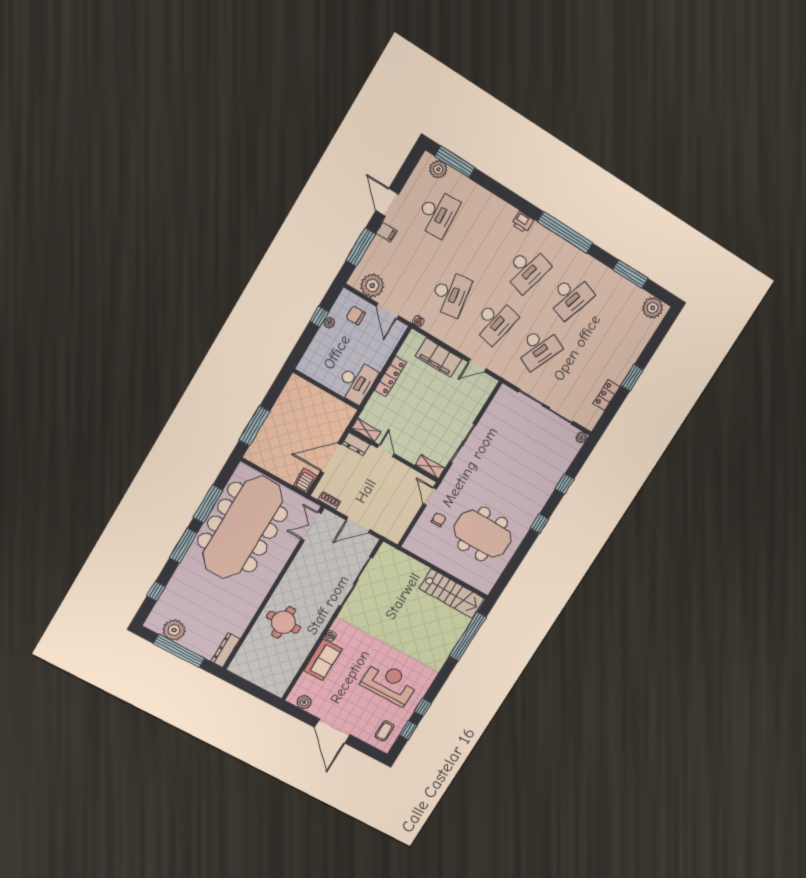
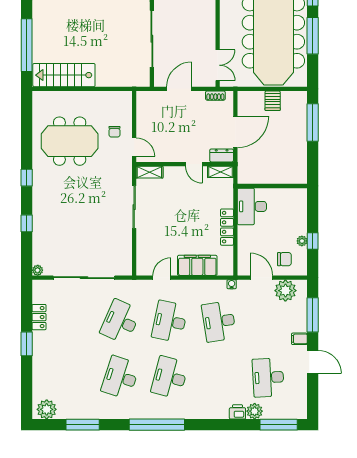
plant: (438, 169) -> (255, 411), moved
printer: (523, 222) -> (237, 412), moved
server rack: (305, 481) -> (273, 101), moved

